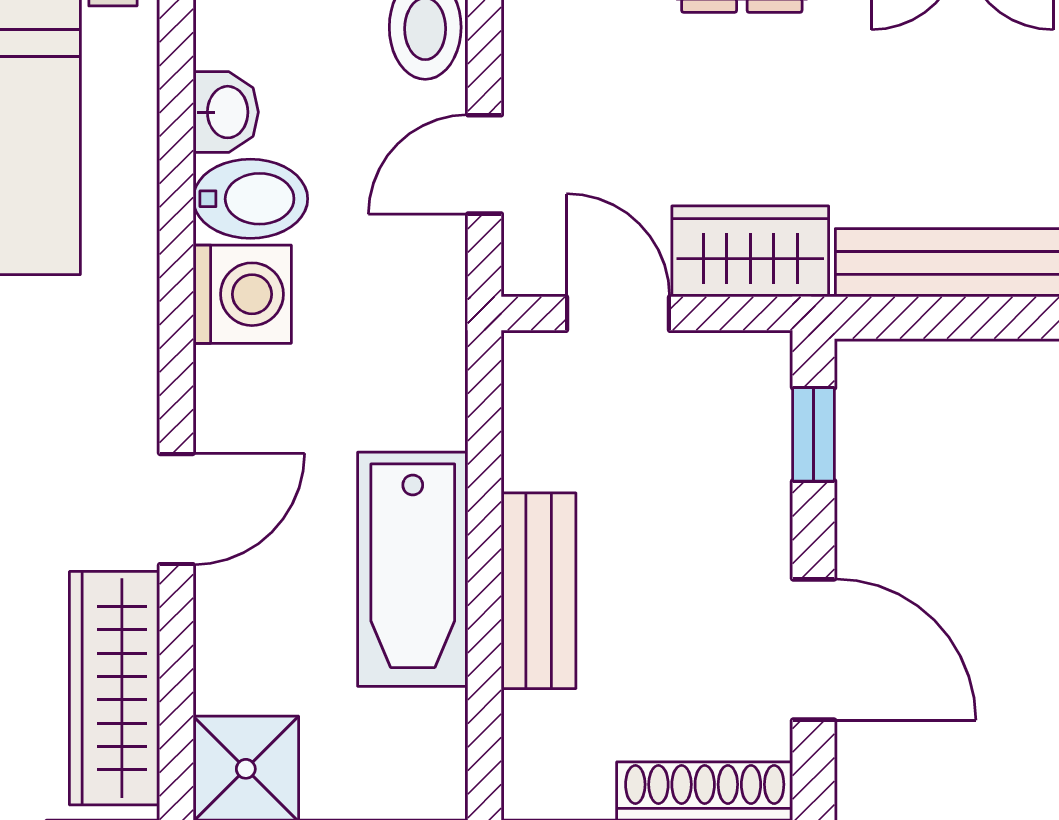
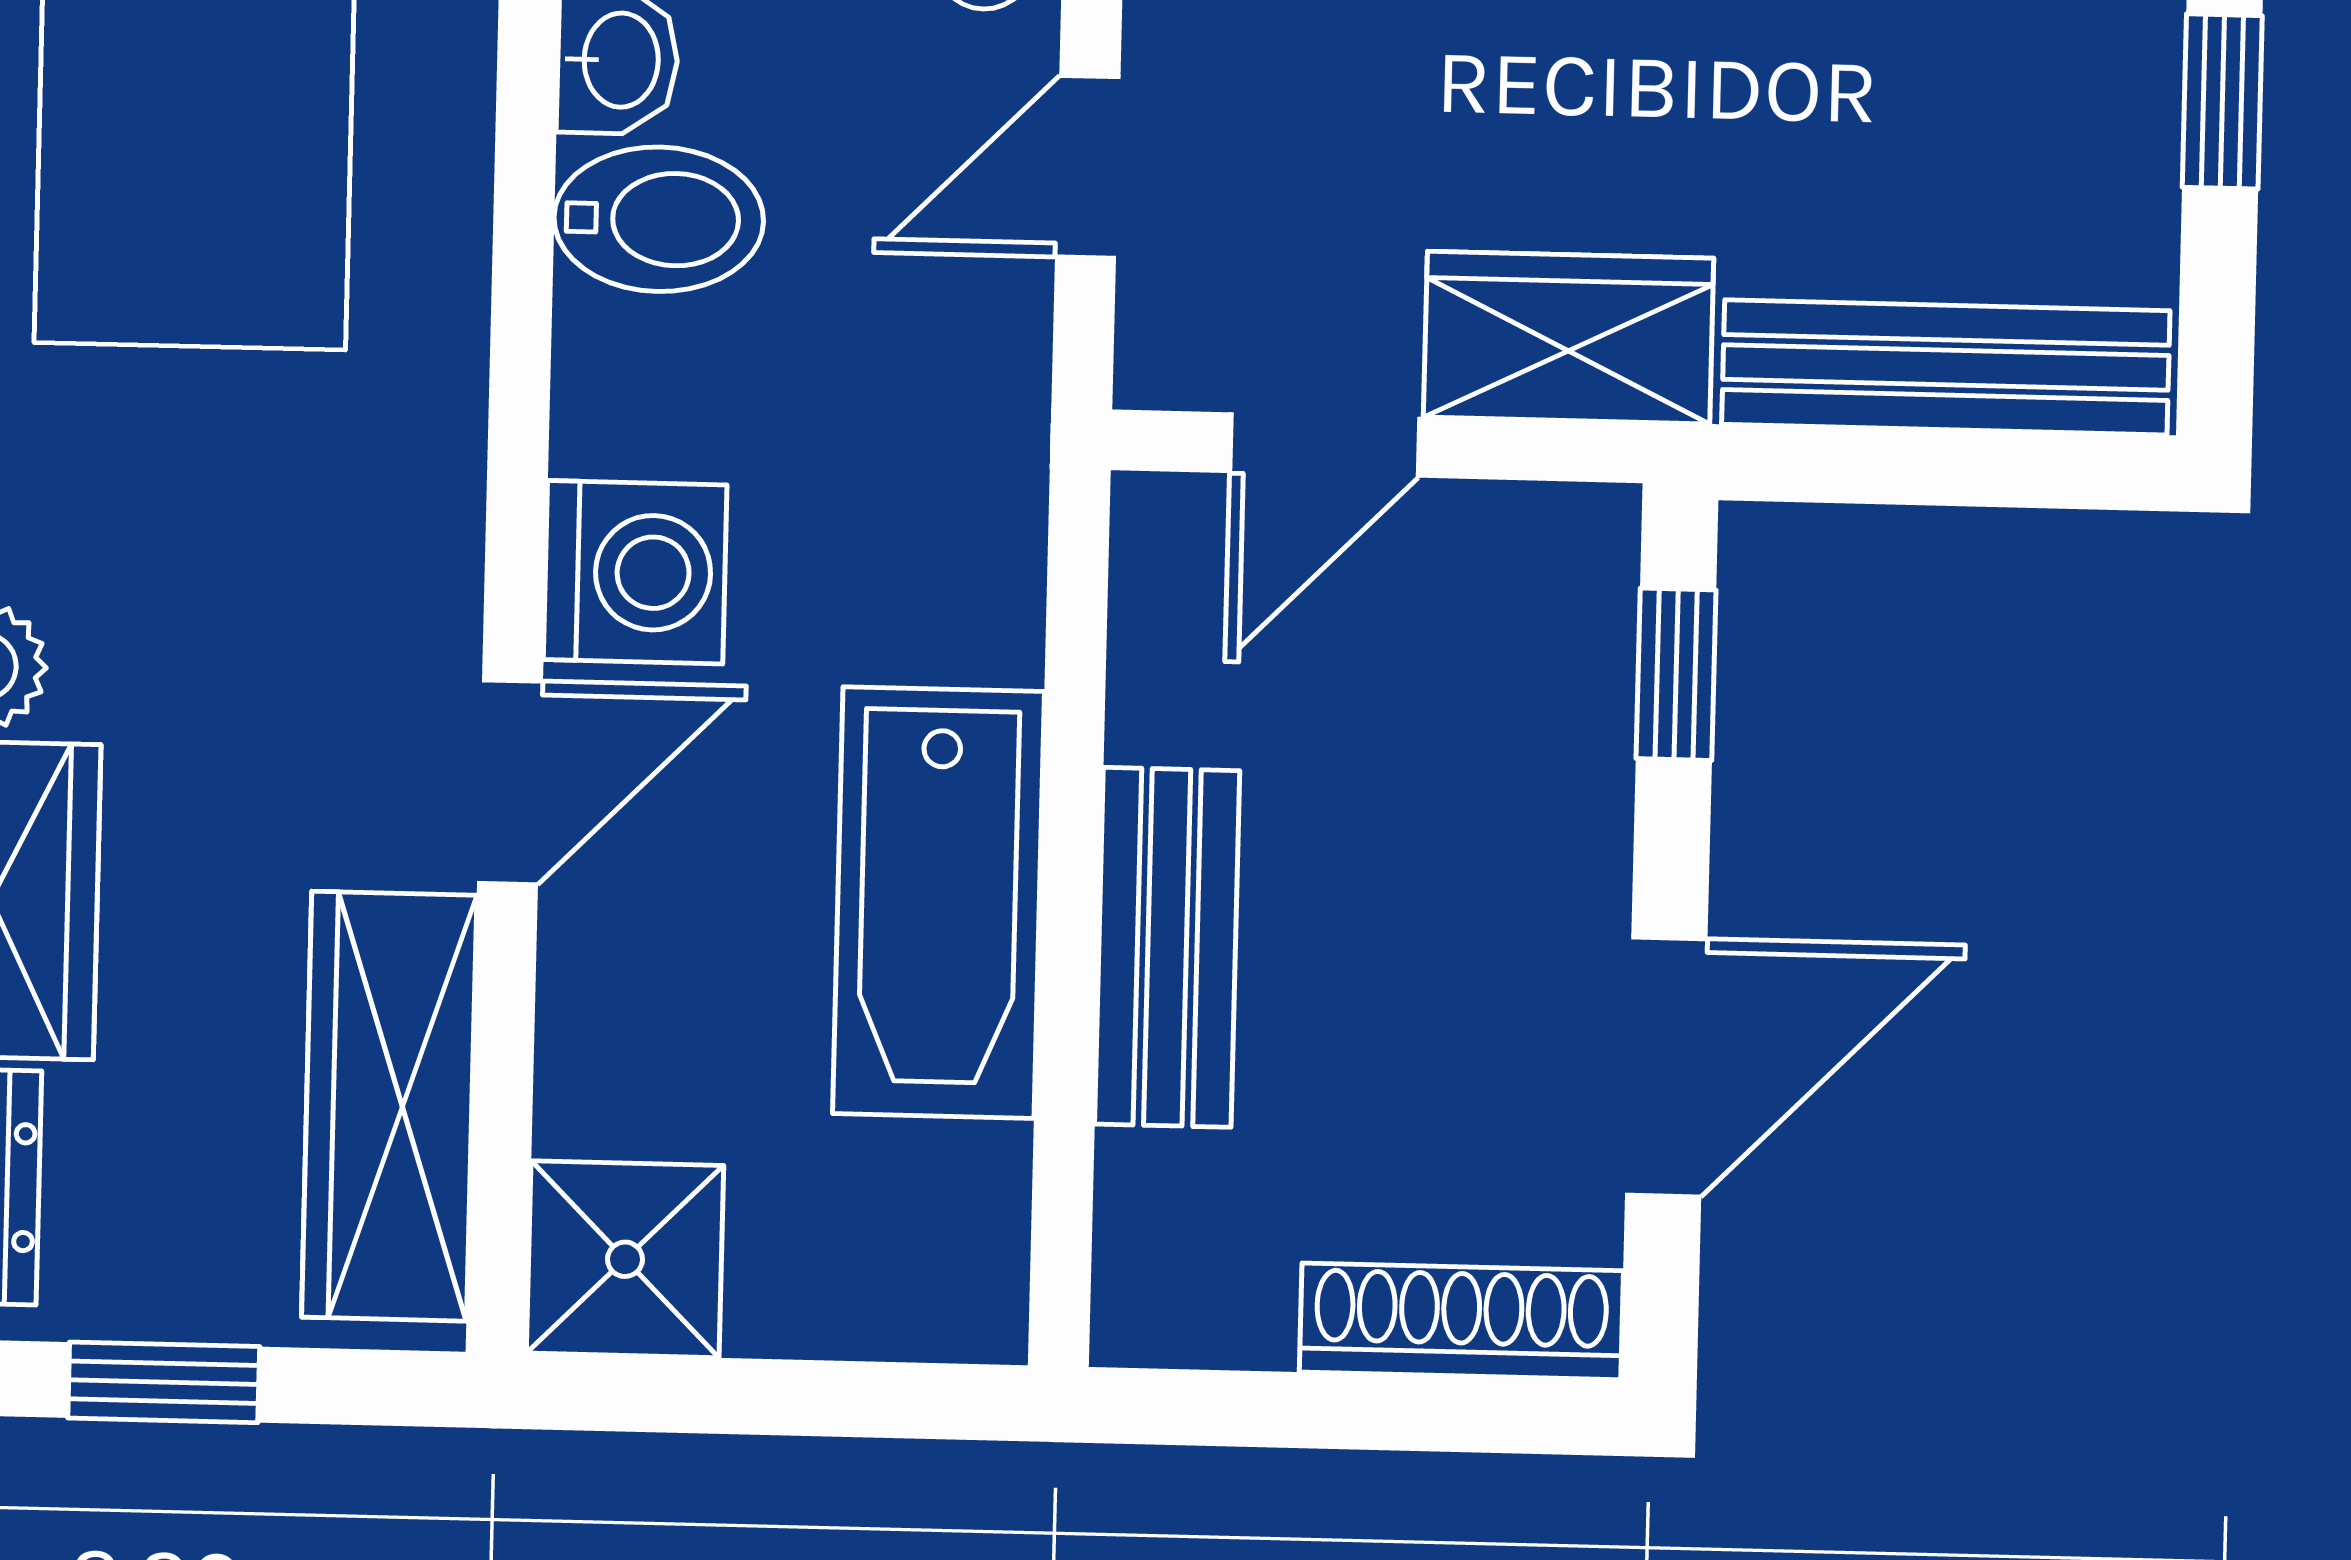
washing machine: (242, 294) -> (635, 572), moved
door: (618, 314) -> (1325, 445), swing flipped
door: (814, 650) -> (1666, 1067), hinge flipped

